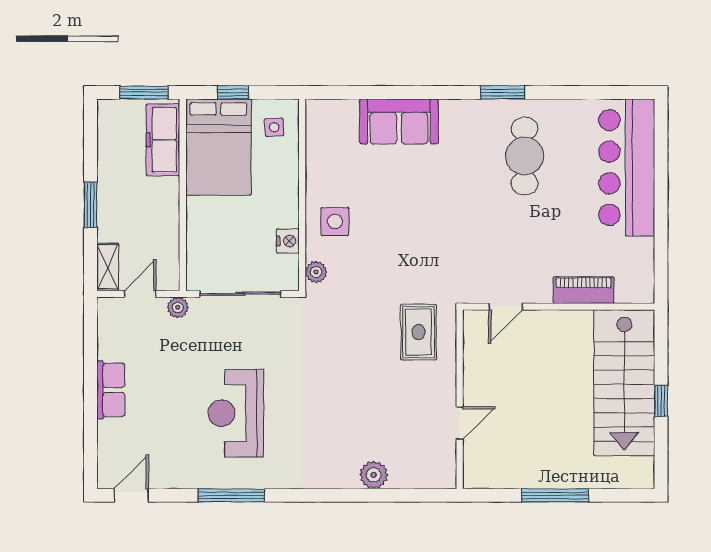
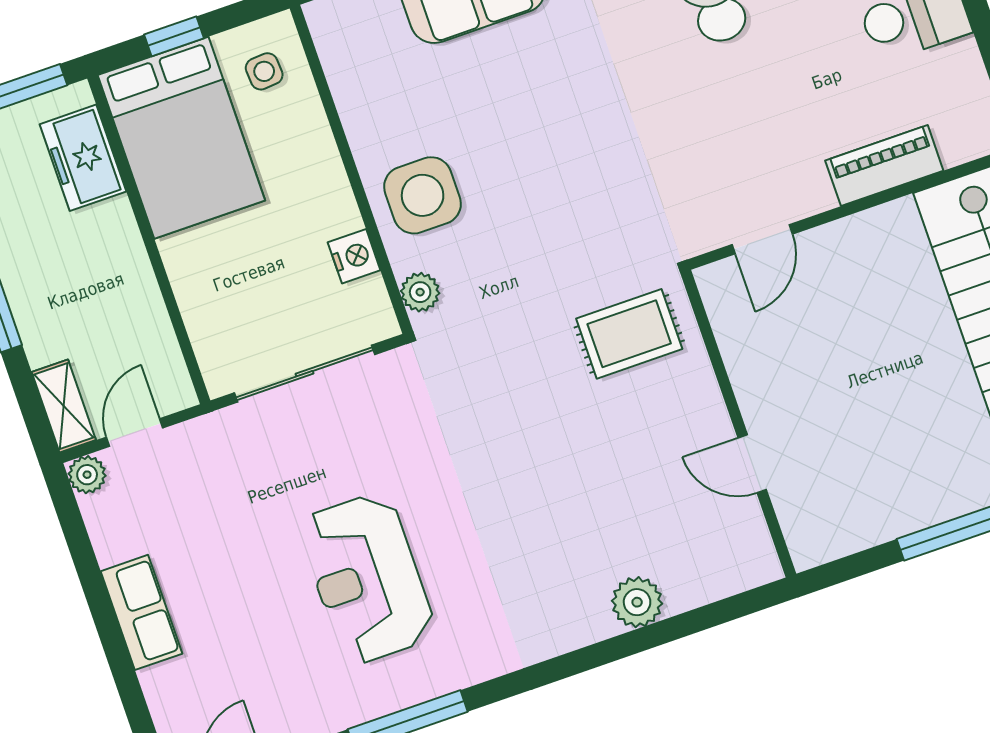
freezer: (163, 140) -> (83, 158), width x0.71
side table: (335, 221) -> (423, 195), width x1.37, depth x1.37
plant: (178, 307) -> (87, 475), moved
rug: (419, 332) -> (629, 334), turned 90
door: (460, 423) -> (752, 464), swing flipped

